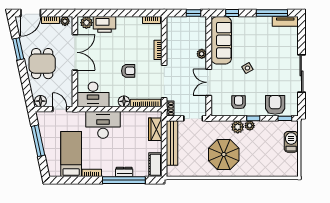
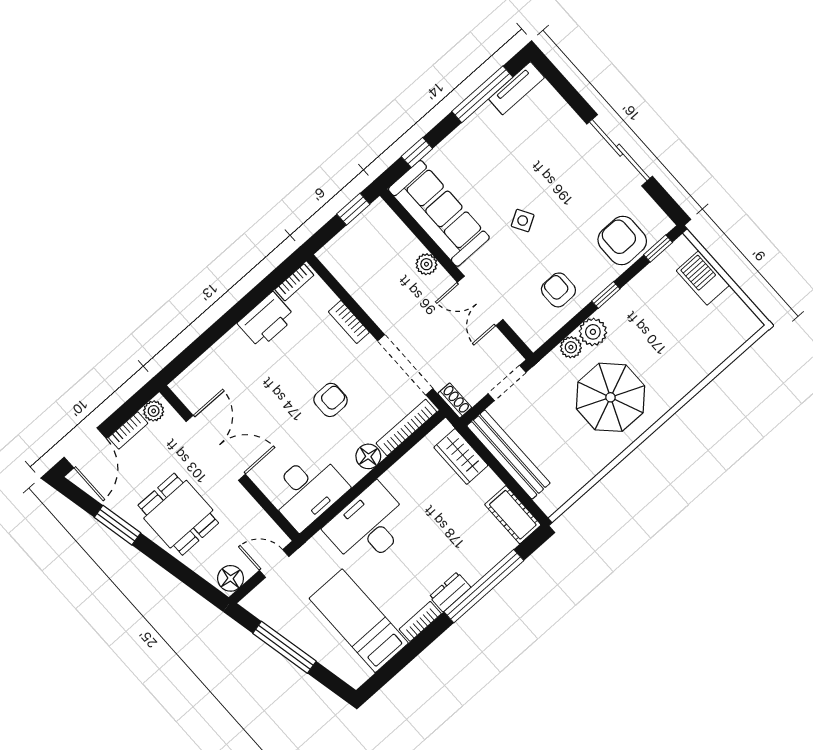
plant: (86, 23) -> (191, 382), removed
printer: (105, 24) -> (266, 320), moved
plant: (250, 126) -> (571, 347), moved
dresser: (124, 172) -> (450, 592), moved

